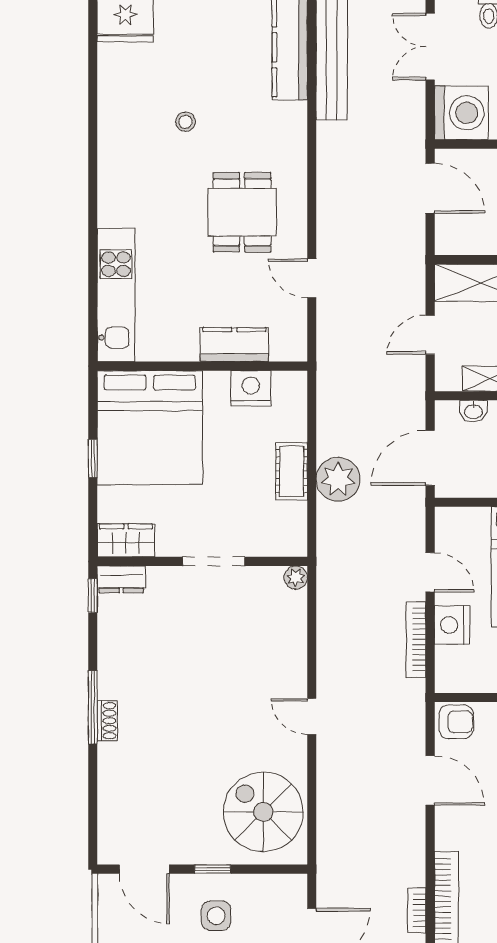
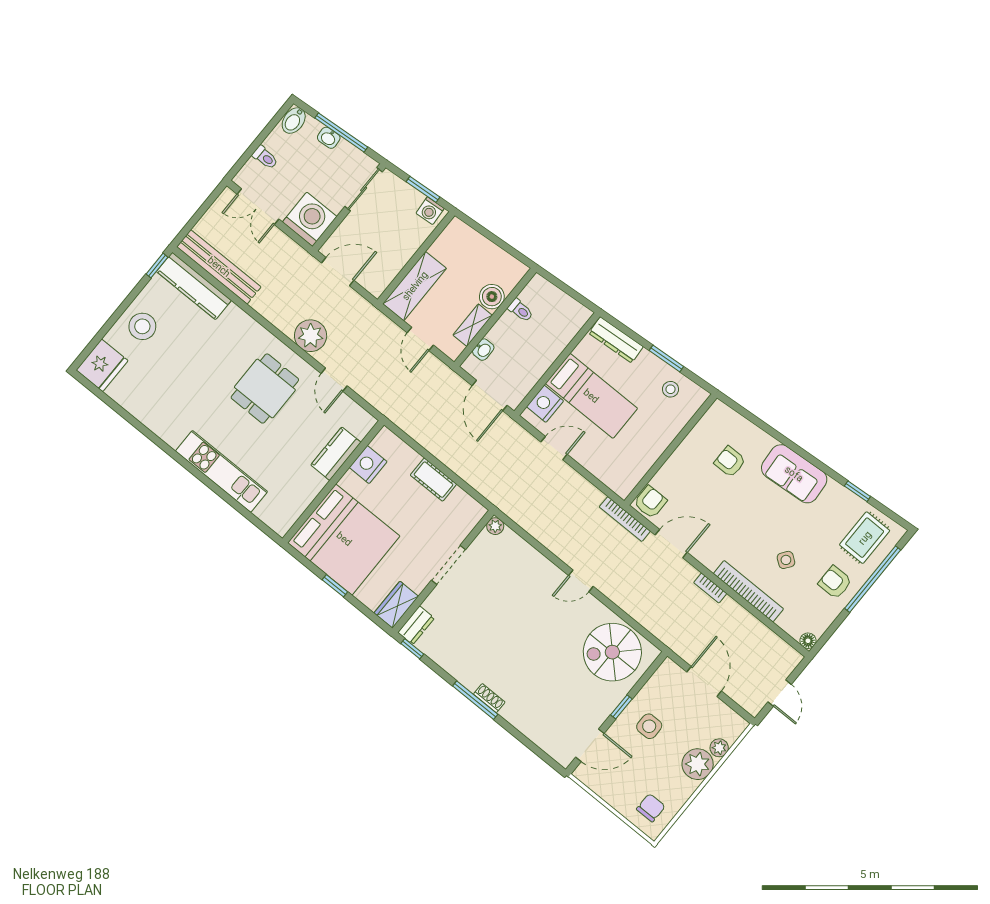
stool: (185, 122) -> (142, 326), moved, width x1.89, depth x1.89
dining table: (242, 212) -> (265, 389), turned 90
door: (312, 278) -> (334, 380), hinge flipped
kitchen unit: (116, 295) -> (221, 471), moved
plant: (338, 479) -> (311, 336), moved
nightstand: (452, 625) -> (545, 404), moved, turned 90
bookcase: (416, 640) -> (625, 519), moved
bookcase: (417, 910) -> (710, 588), moved

